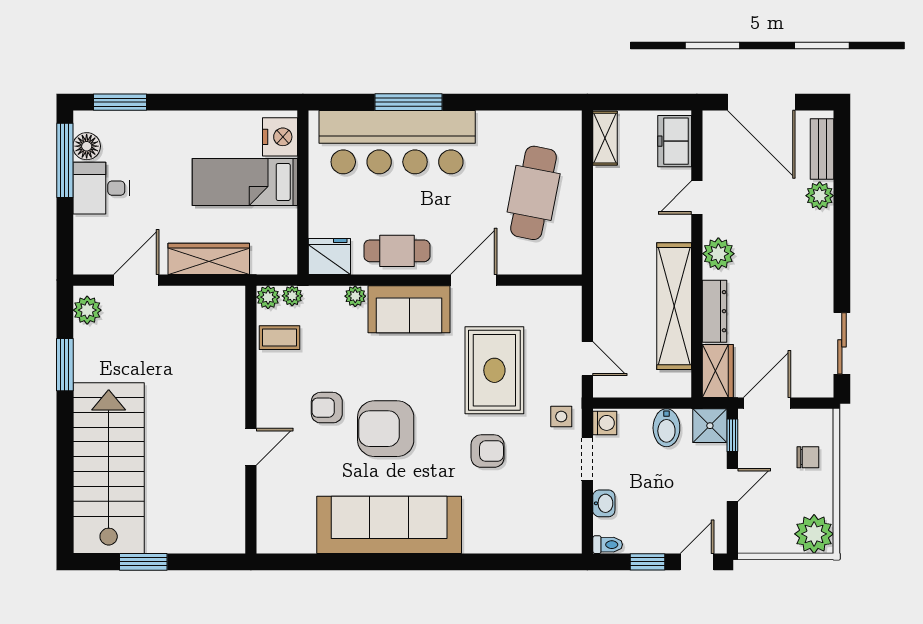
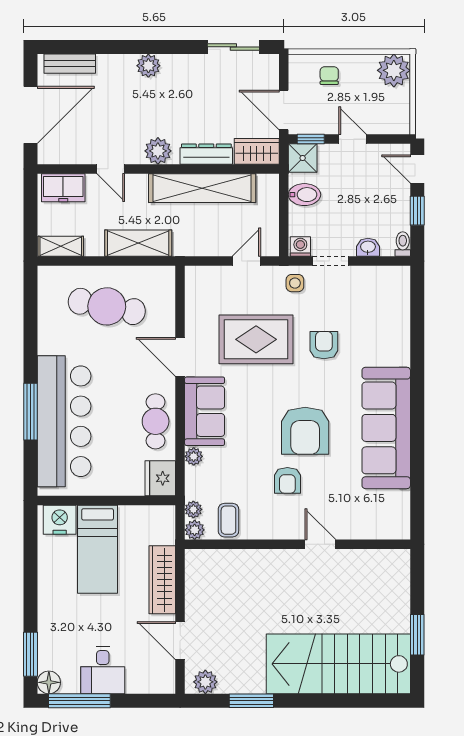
floor lamp: (87, 146) -> (49, 682), moved
plant: (820, 196) -> (148, 66), moved
shelving: (609, 230) -> (138, 243), added

